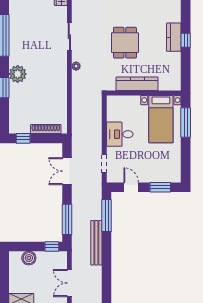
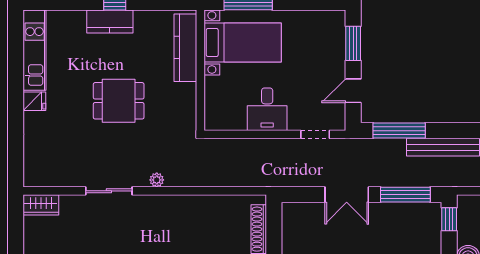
kitchen counter: (137, 84) -> (185, 48), moved
double door: (67, 171) -> (347, 195), moved

